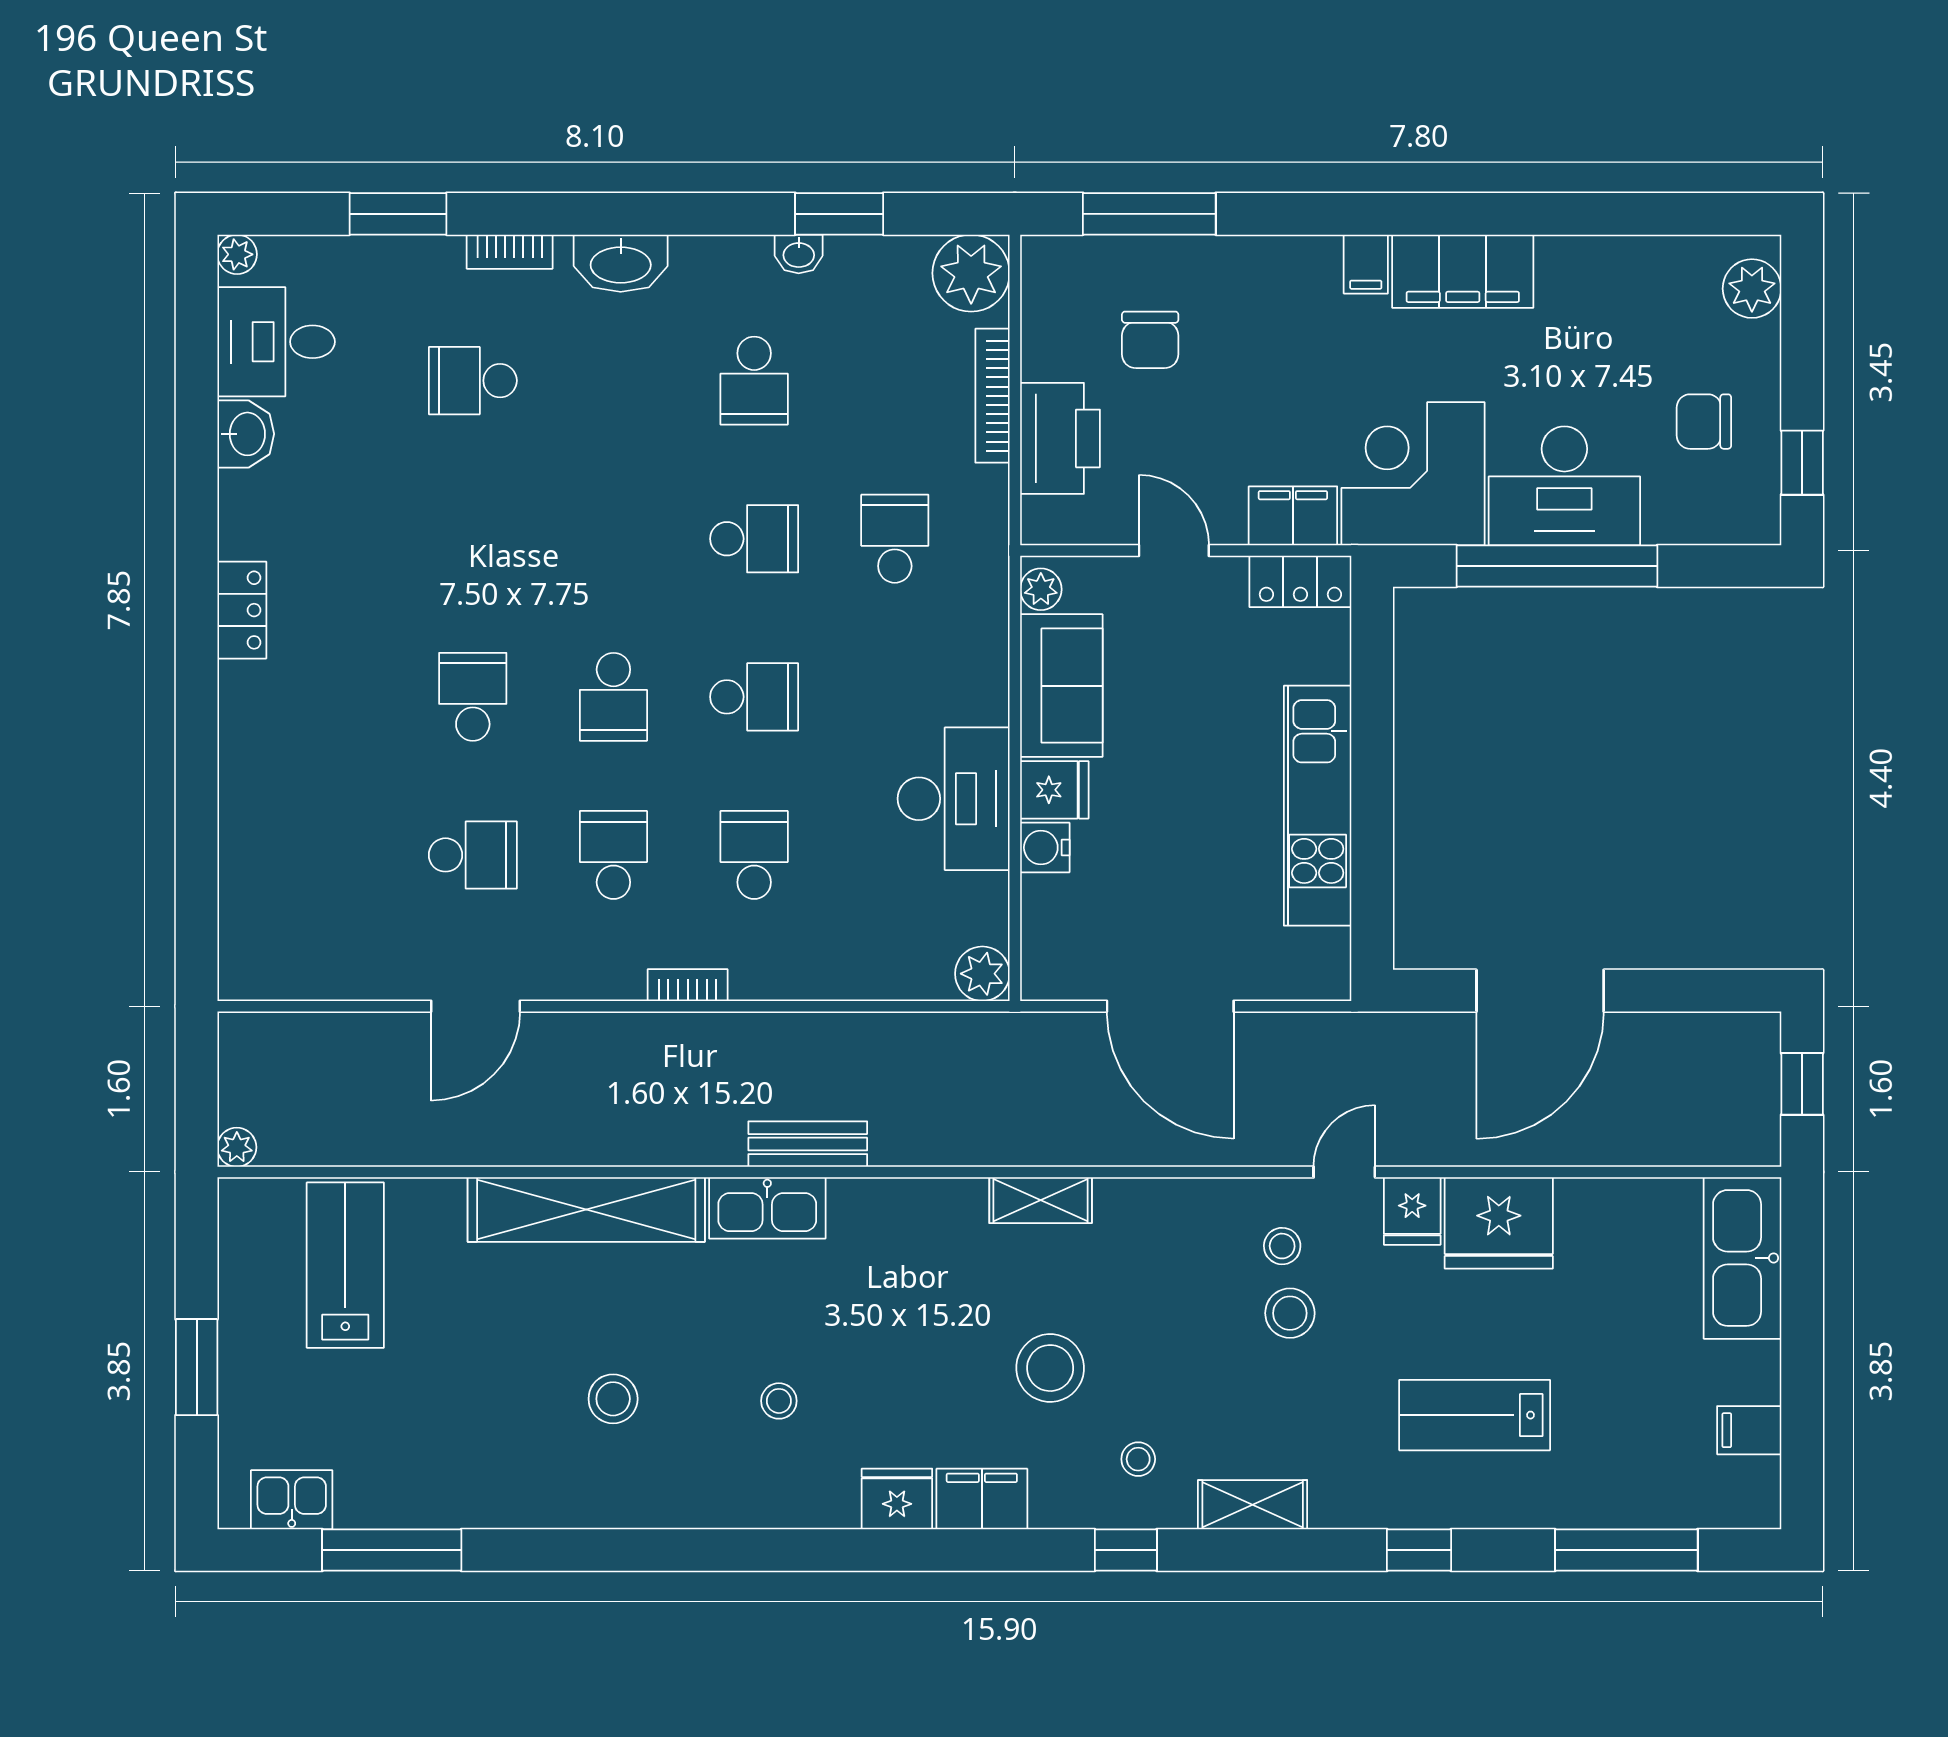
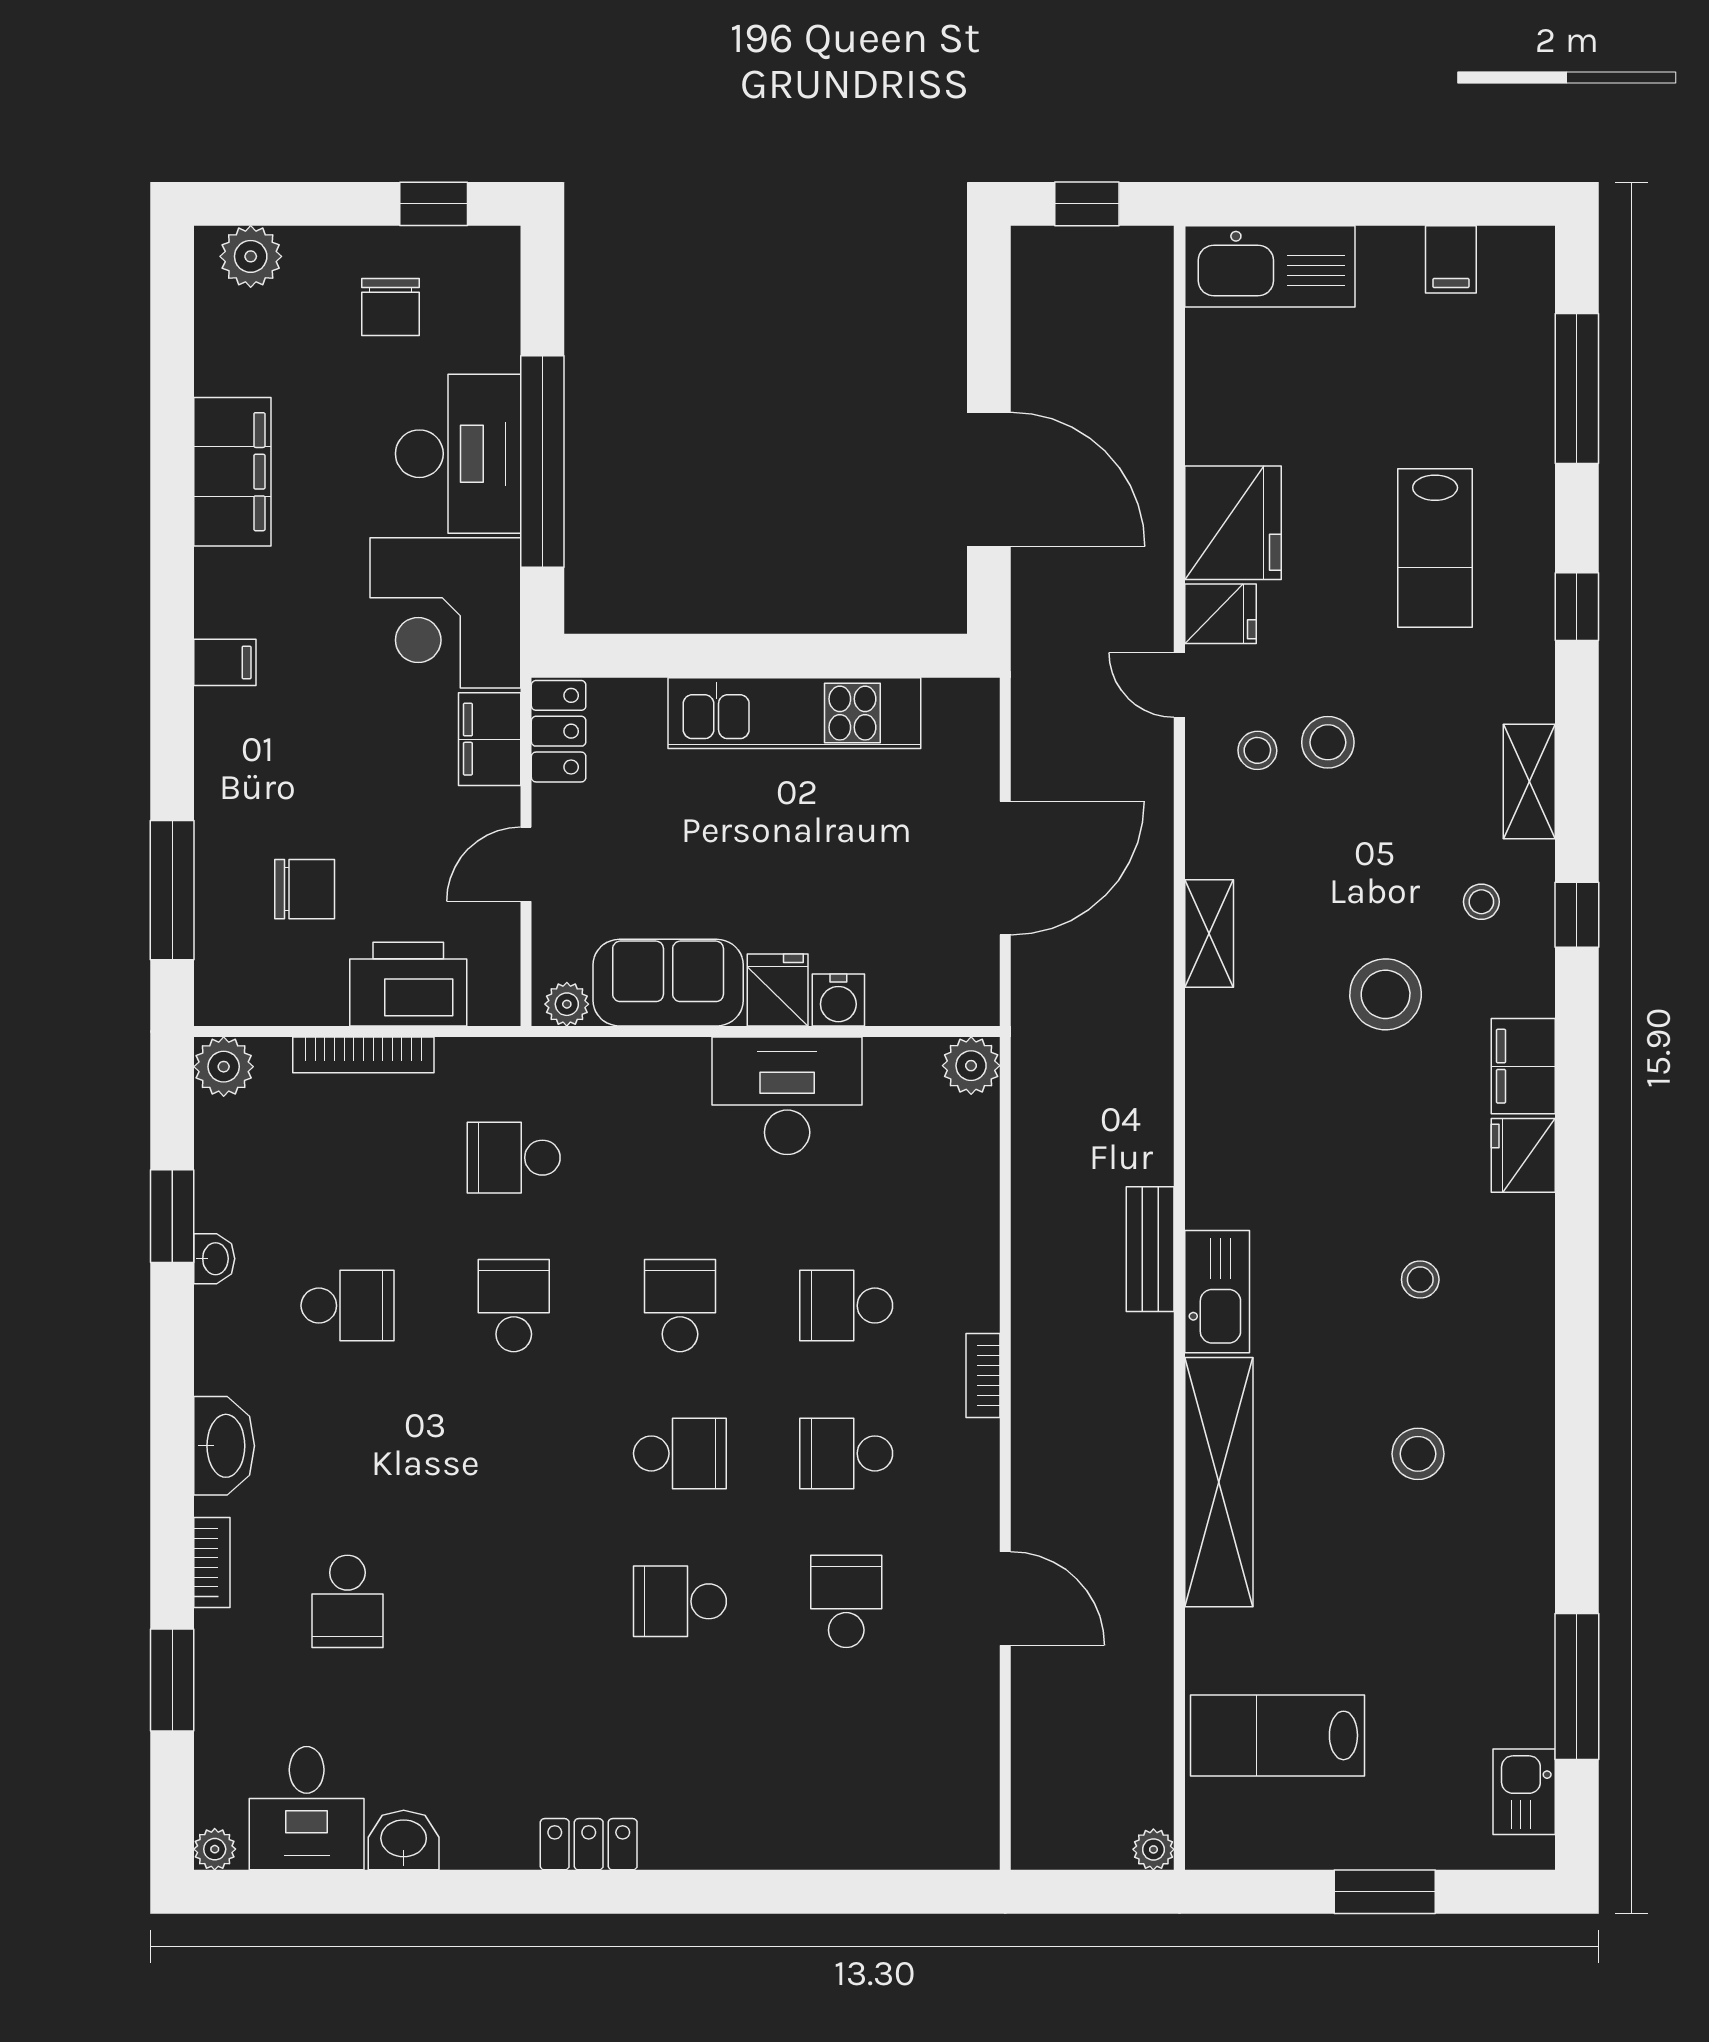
filing cabinet: (1463, 271) -> (232, 472), moved
plant: (971, 273) -> (224, 1067), width x0.73, depth x0.73
shelving: (1041, 1200) -> (1209, 934), moved

